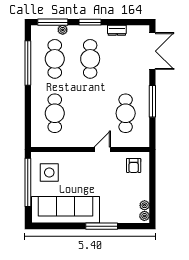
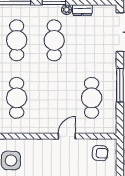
plant: (63, 30) -> (67, 10), moved
armchair: (134, 165) -> (100, 153), turned -87

